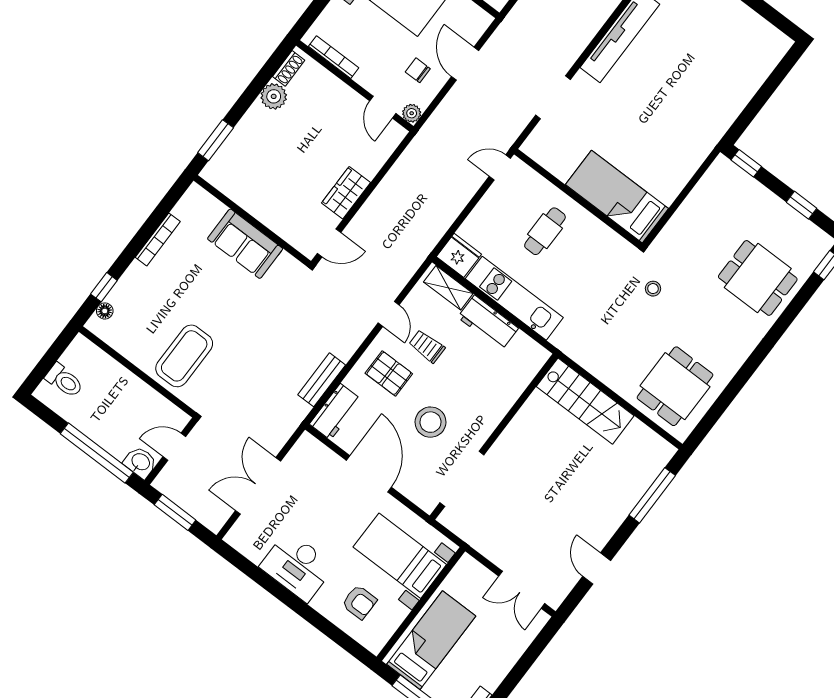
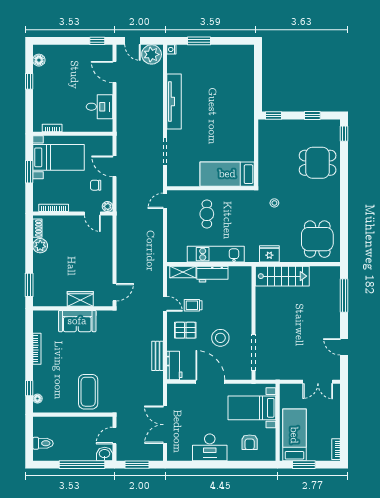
wardrobe: (346, 193) -> (80, 299), moved, turned 90
fridge: (459, 255) -> (269, 254), moved
armchair: (359, 602) -> (250, 442), turned 90

